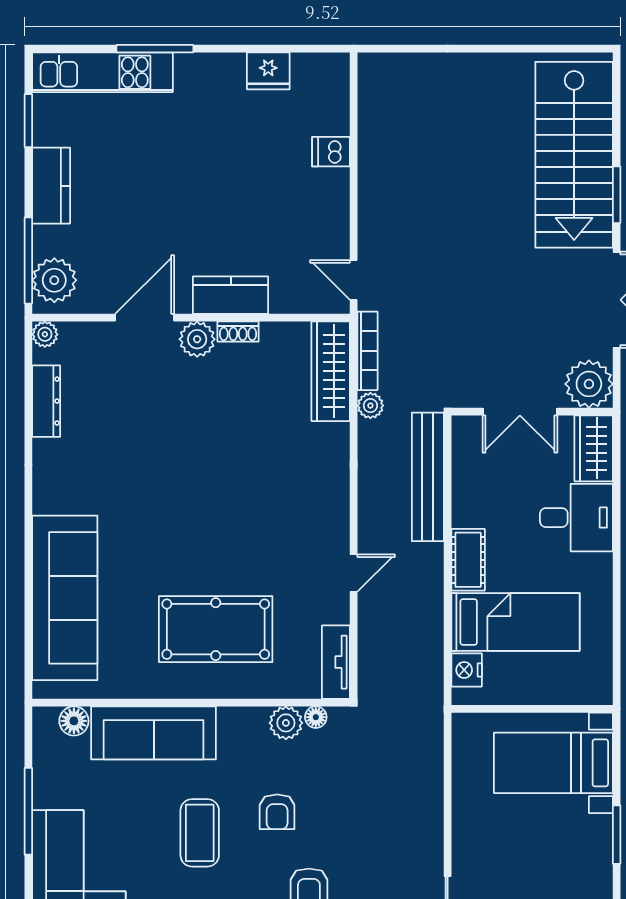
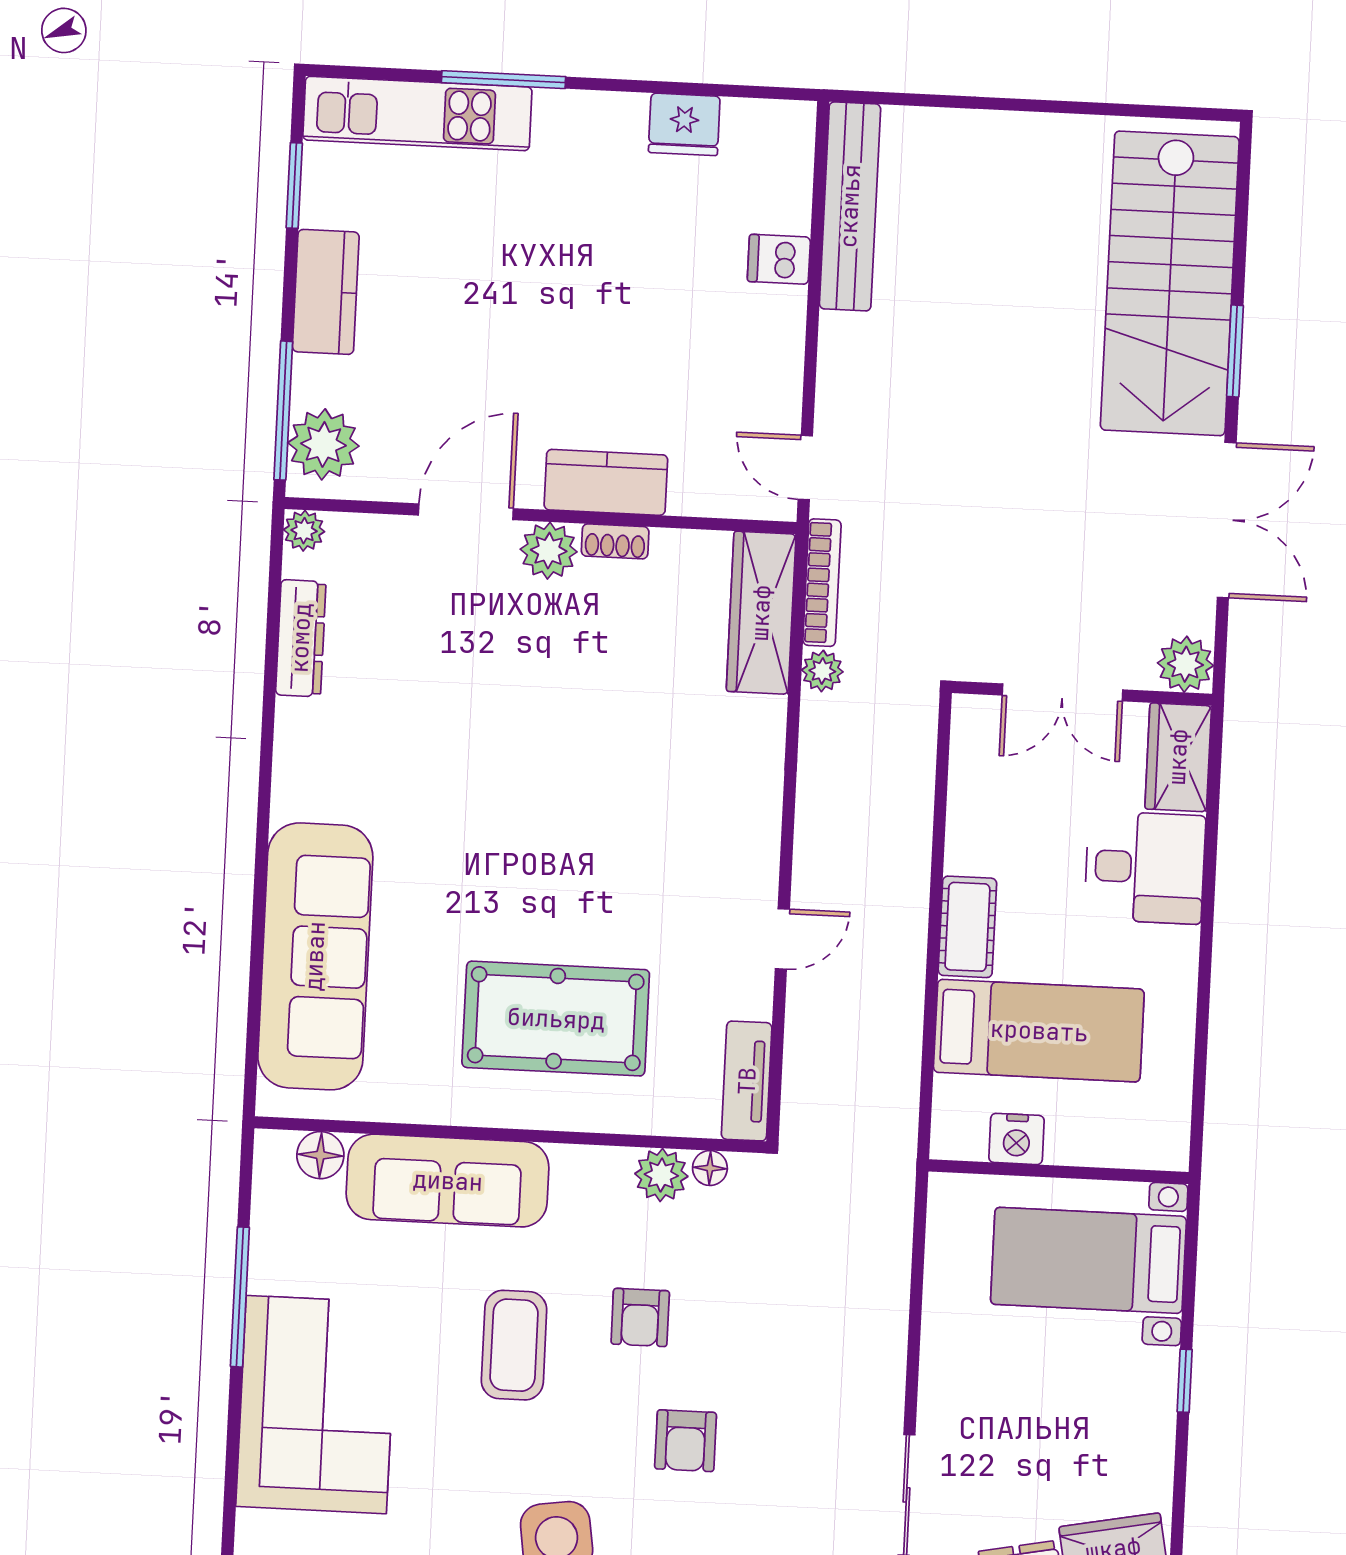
plant: (589, 384) -> (1185, 664), width x0.73, depth x0.73
bench: (428, 477) -> (850, 206), moved
nightstand: (467, 670) -> (1016, 1139), moved, turned -90
window: (617, 835) -> (1185, 1381), width x0.67

